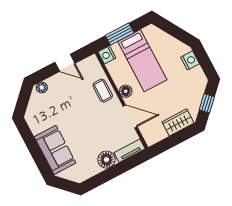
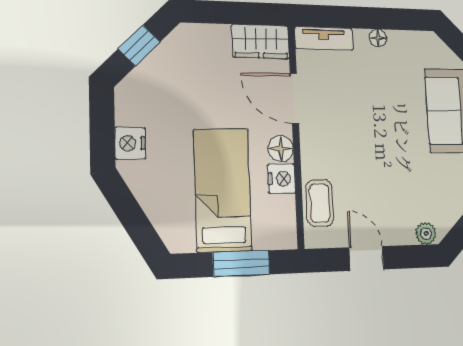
nightstand: (107, 55) -> (281, 179), moved
coffee table: (103, 91) -> (320, 203), moved
wardrobe: (178, 122) -> (261, 42), moved
floor lamp: (106, 160) -> (378, 38), width x0.53, depth x0.53

